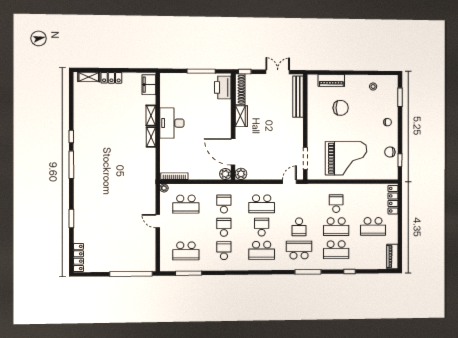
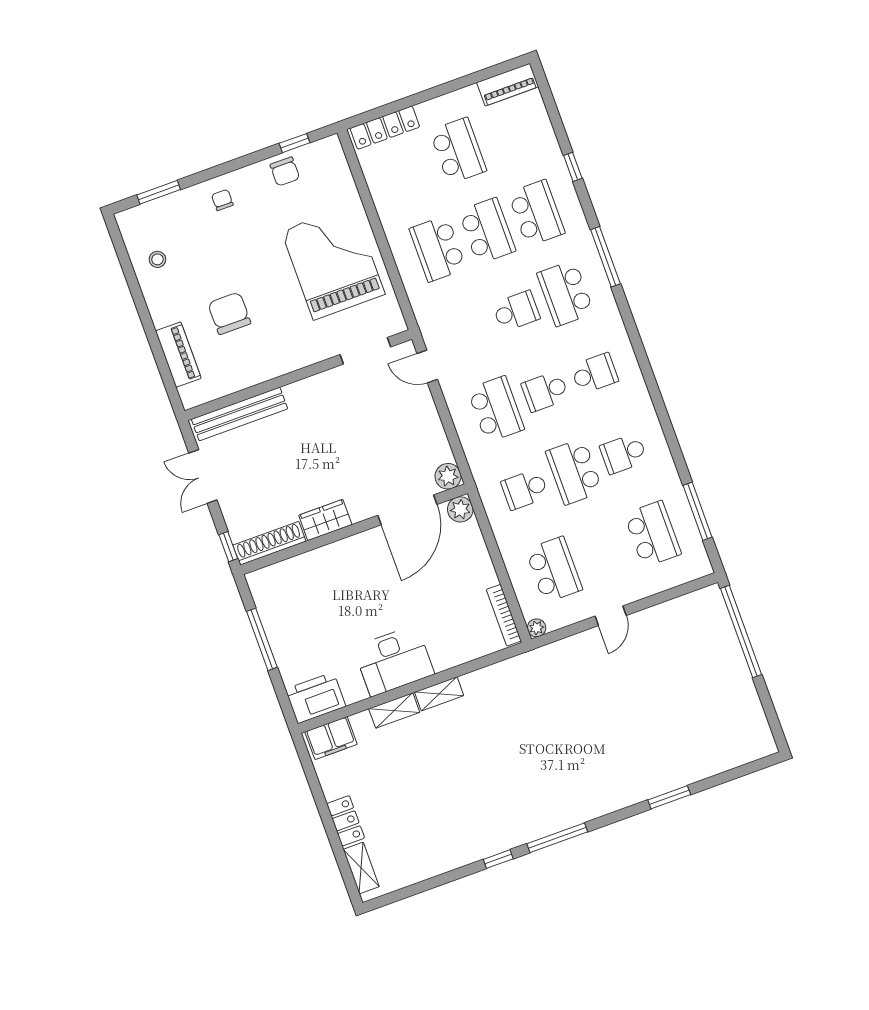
printer: (223, 88) -> (316, 698), moved, turned 180
school desk: (336, 204) -> (438, 249), width x1.85
school desk: (224, 227) -> (574, 472), width x1.85
school desk: (262, 250) -> (594, 373), width x0.54
locker: (78, 257) -> (745, 753), removed

